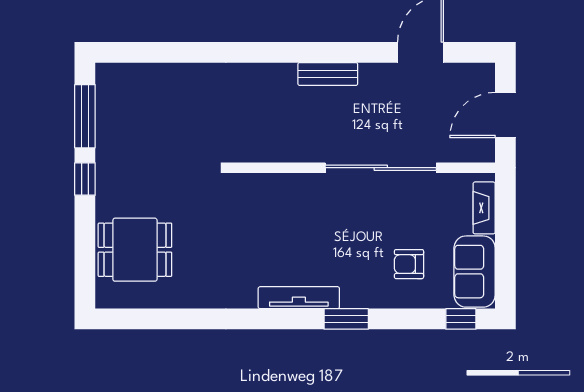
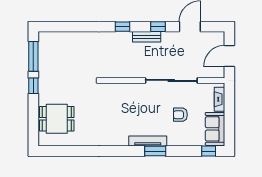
window: (276, 52) -> (122, 27), added
window: (352, 52) -> (158, 27), added
armchair: (409, 264) -> (180, 115), moved
tv unit: (299, 298) -> (148, 141), moved

